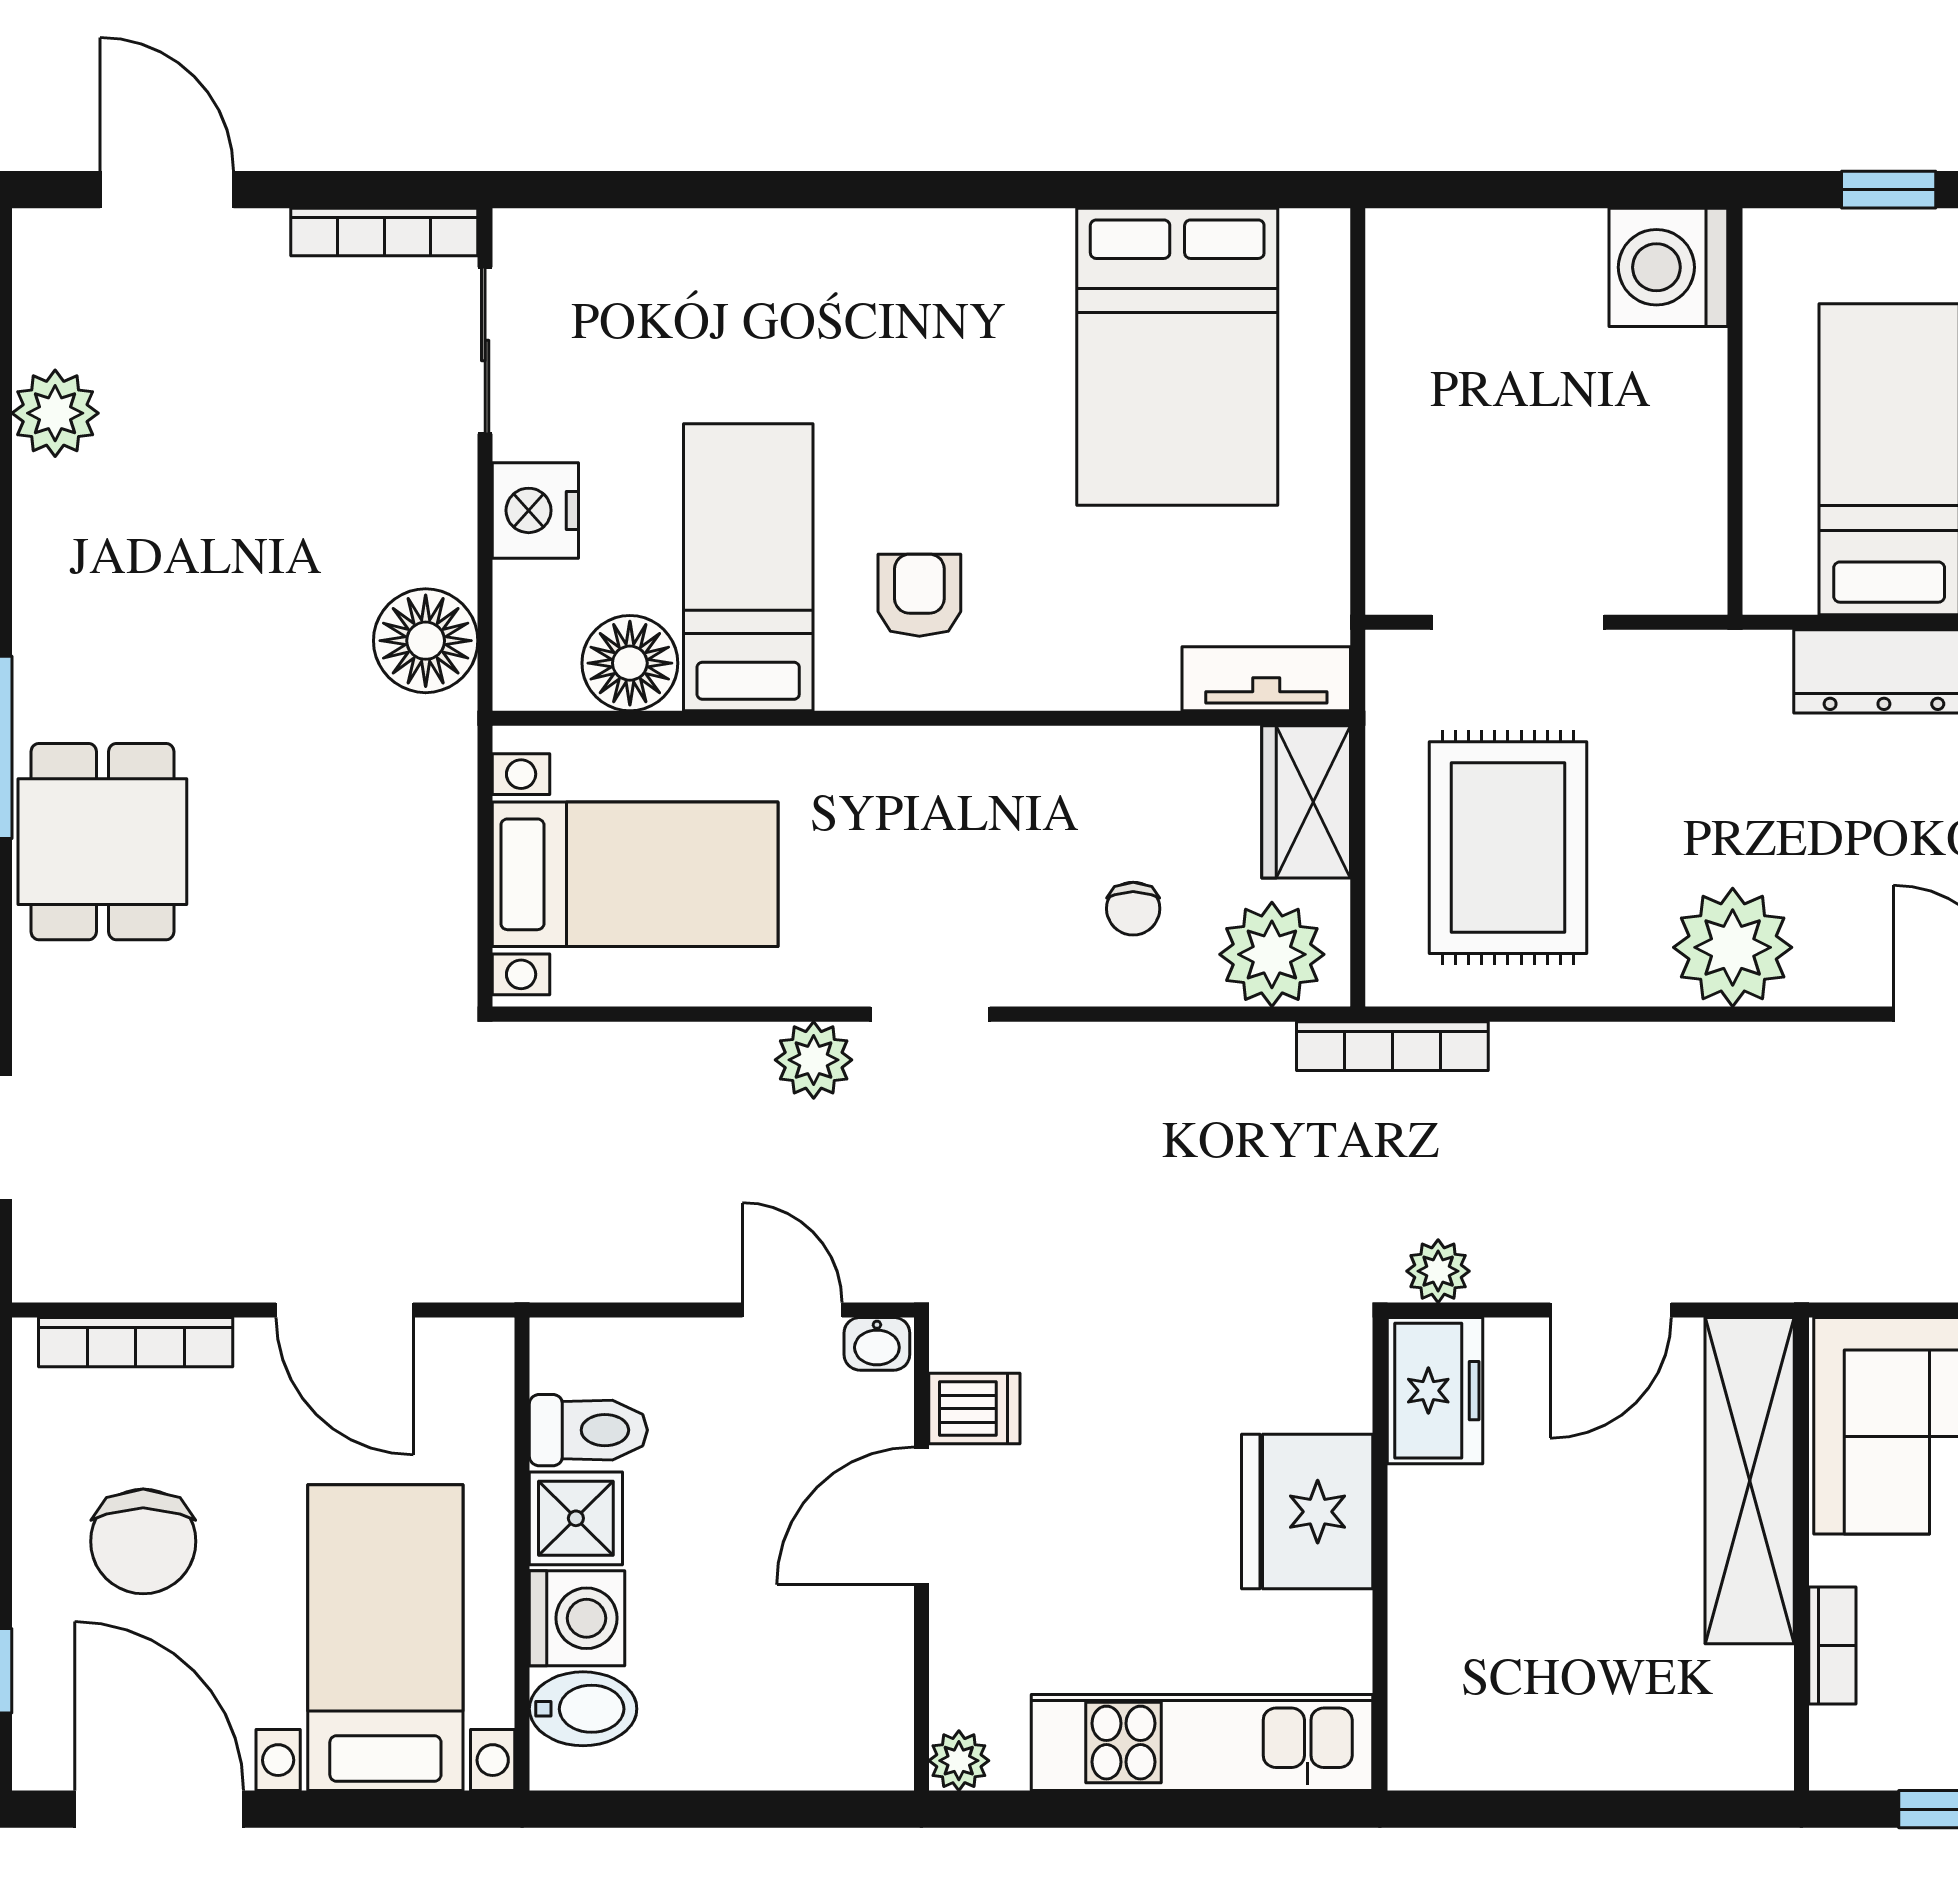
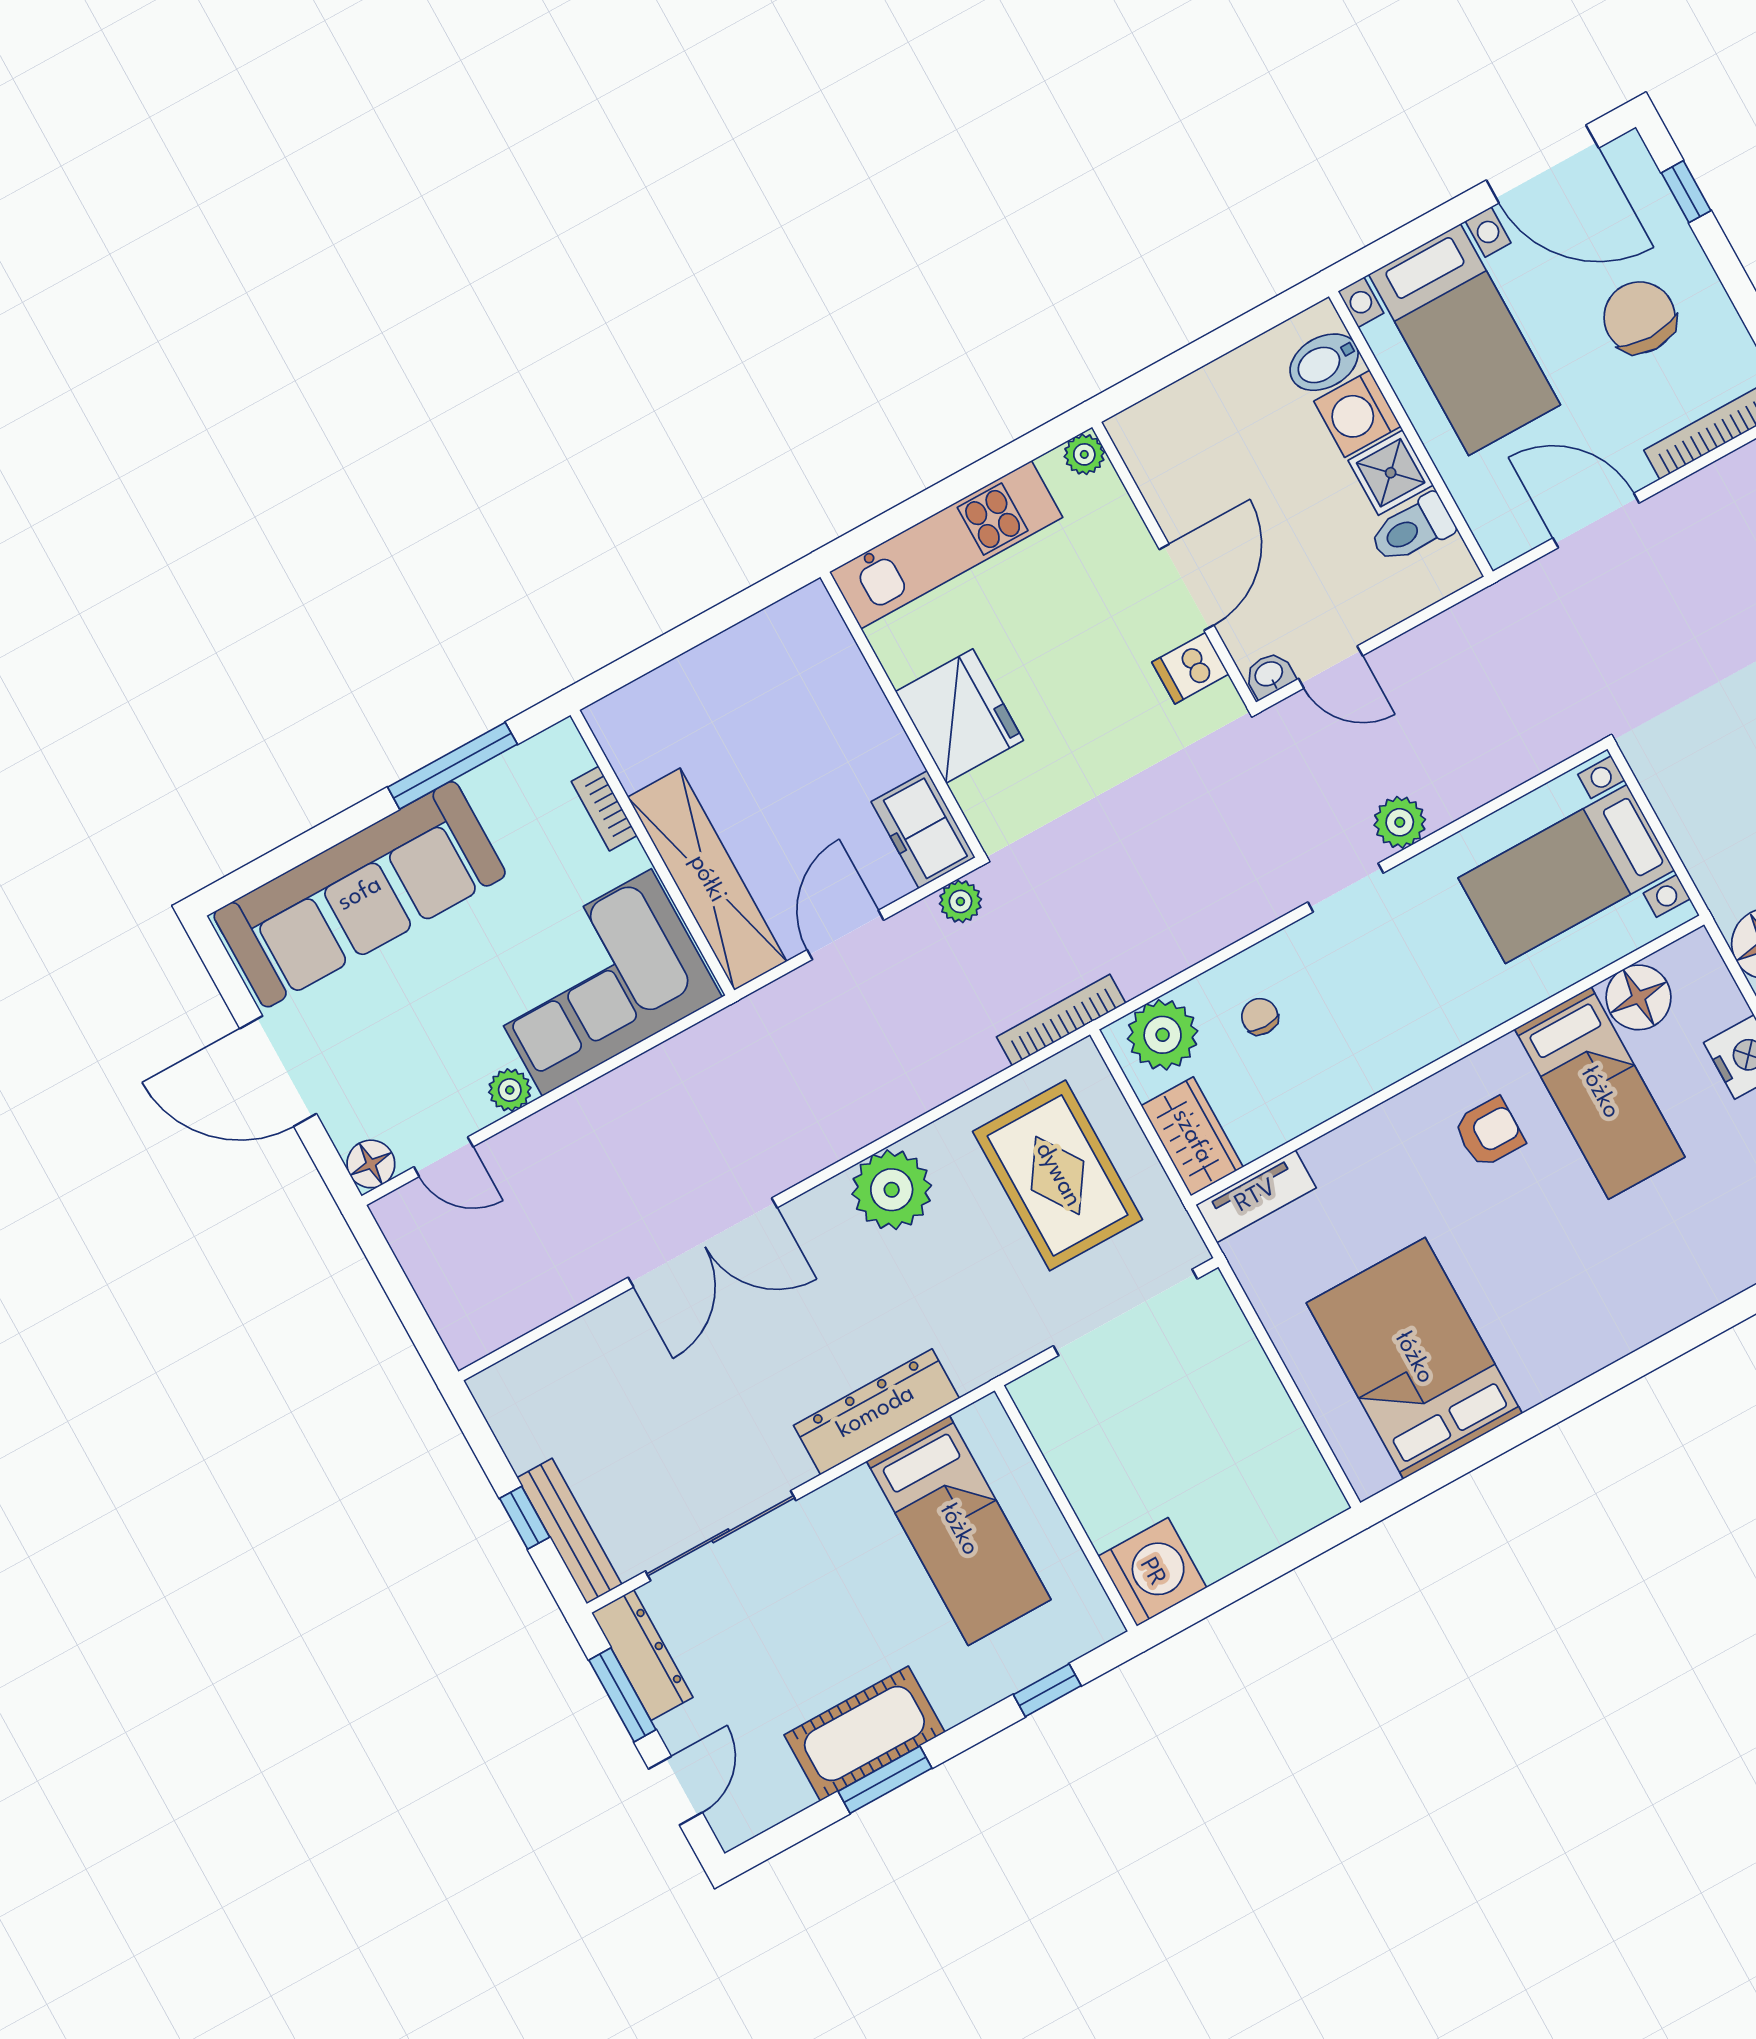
armchair: (919, 595) -> (1489, 1132), turned -90
doorway: (1518, 622) -> (1125, 1312), width x1.36

